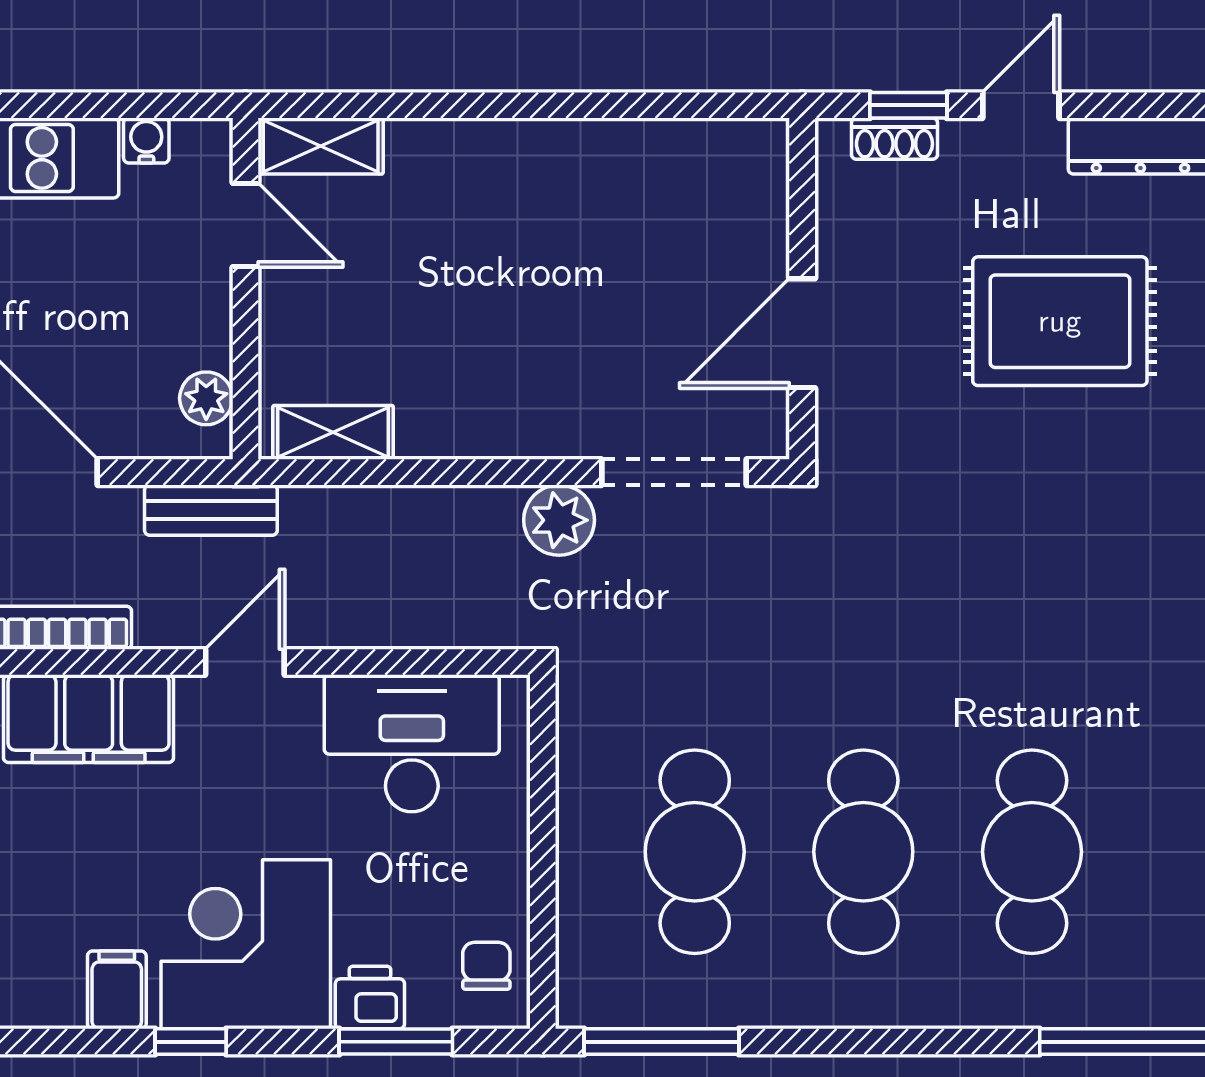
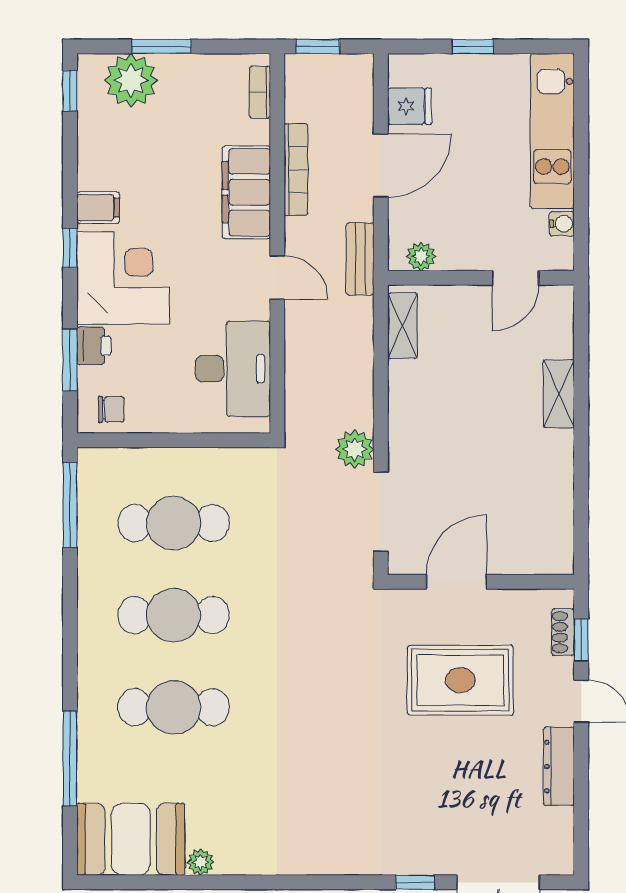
shelving: (321, 146) -> (559, 394), moved
rug: (1060, 321) -> (460, 680), moved, turned 90
door: (802, 333) -> (457, 582), hinge flipped

